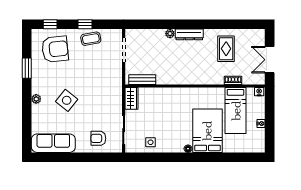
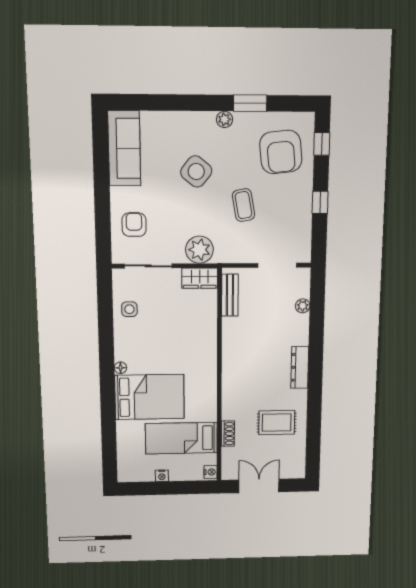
plant: (170, 34) -> (303, 306), moved
coffee table: (91, 39) -> (243, 205), moved
plant: (36, 99) -> (224, 119), moved
plant: (114, 99) -> (199, 250), added

